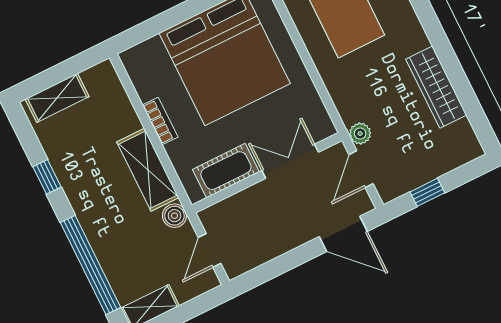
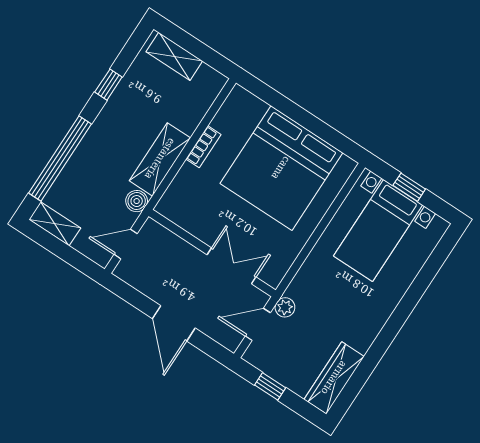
wardrobe: (436, 87) -> (334, 378), moved
cot: (226, 171) -> (195, 220), removed
door: (343, 234) -> (174, 323), moved

